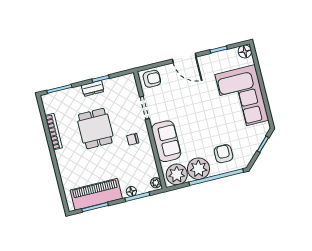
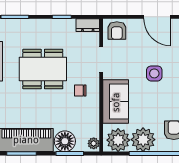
armchair: (152, 79) -> (117, 31), turned 90
dresser: (93, 88) -> (88, 25), moved
side table: (194, 108) -> (154, 73), added
dining table: (95, 129) -> (43, 69), width x1.38
floor lamp: (131, 191) -> (65, 141), width x1.89, depth x1.89

